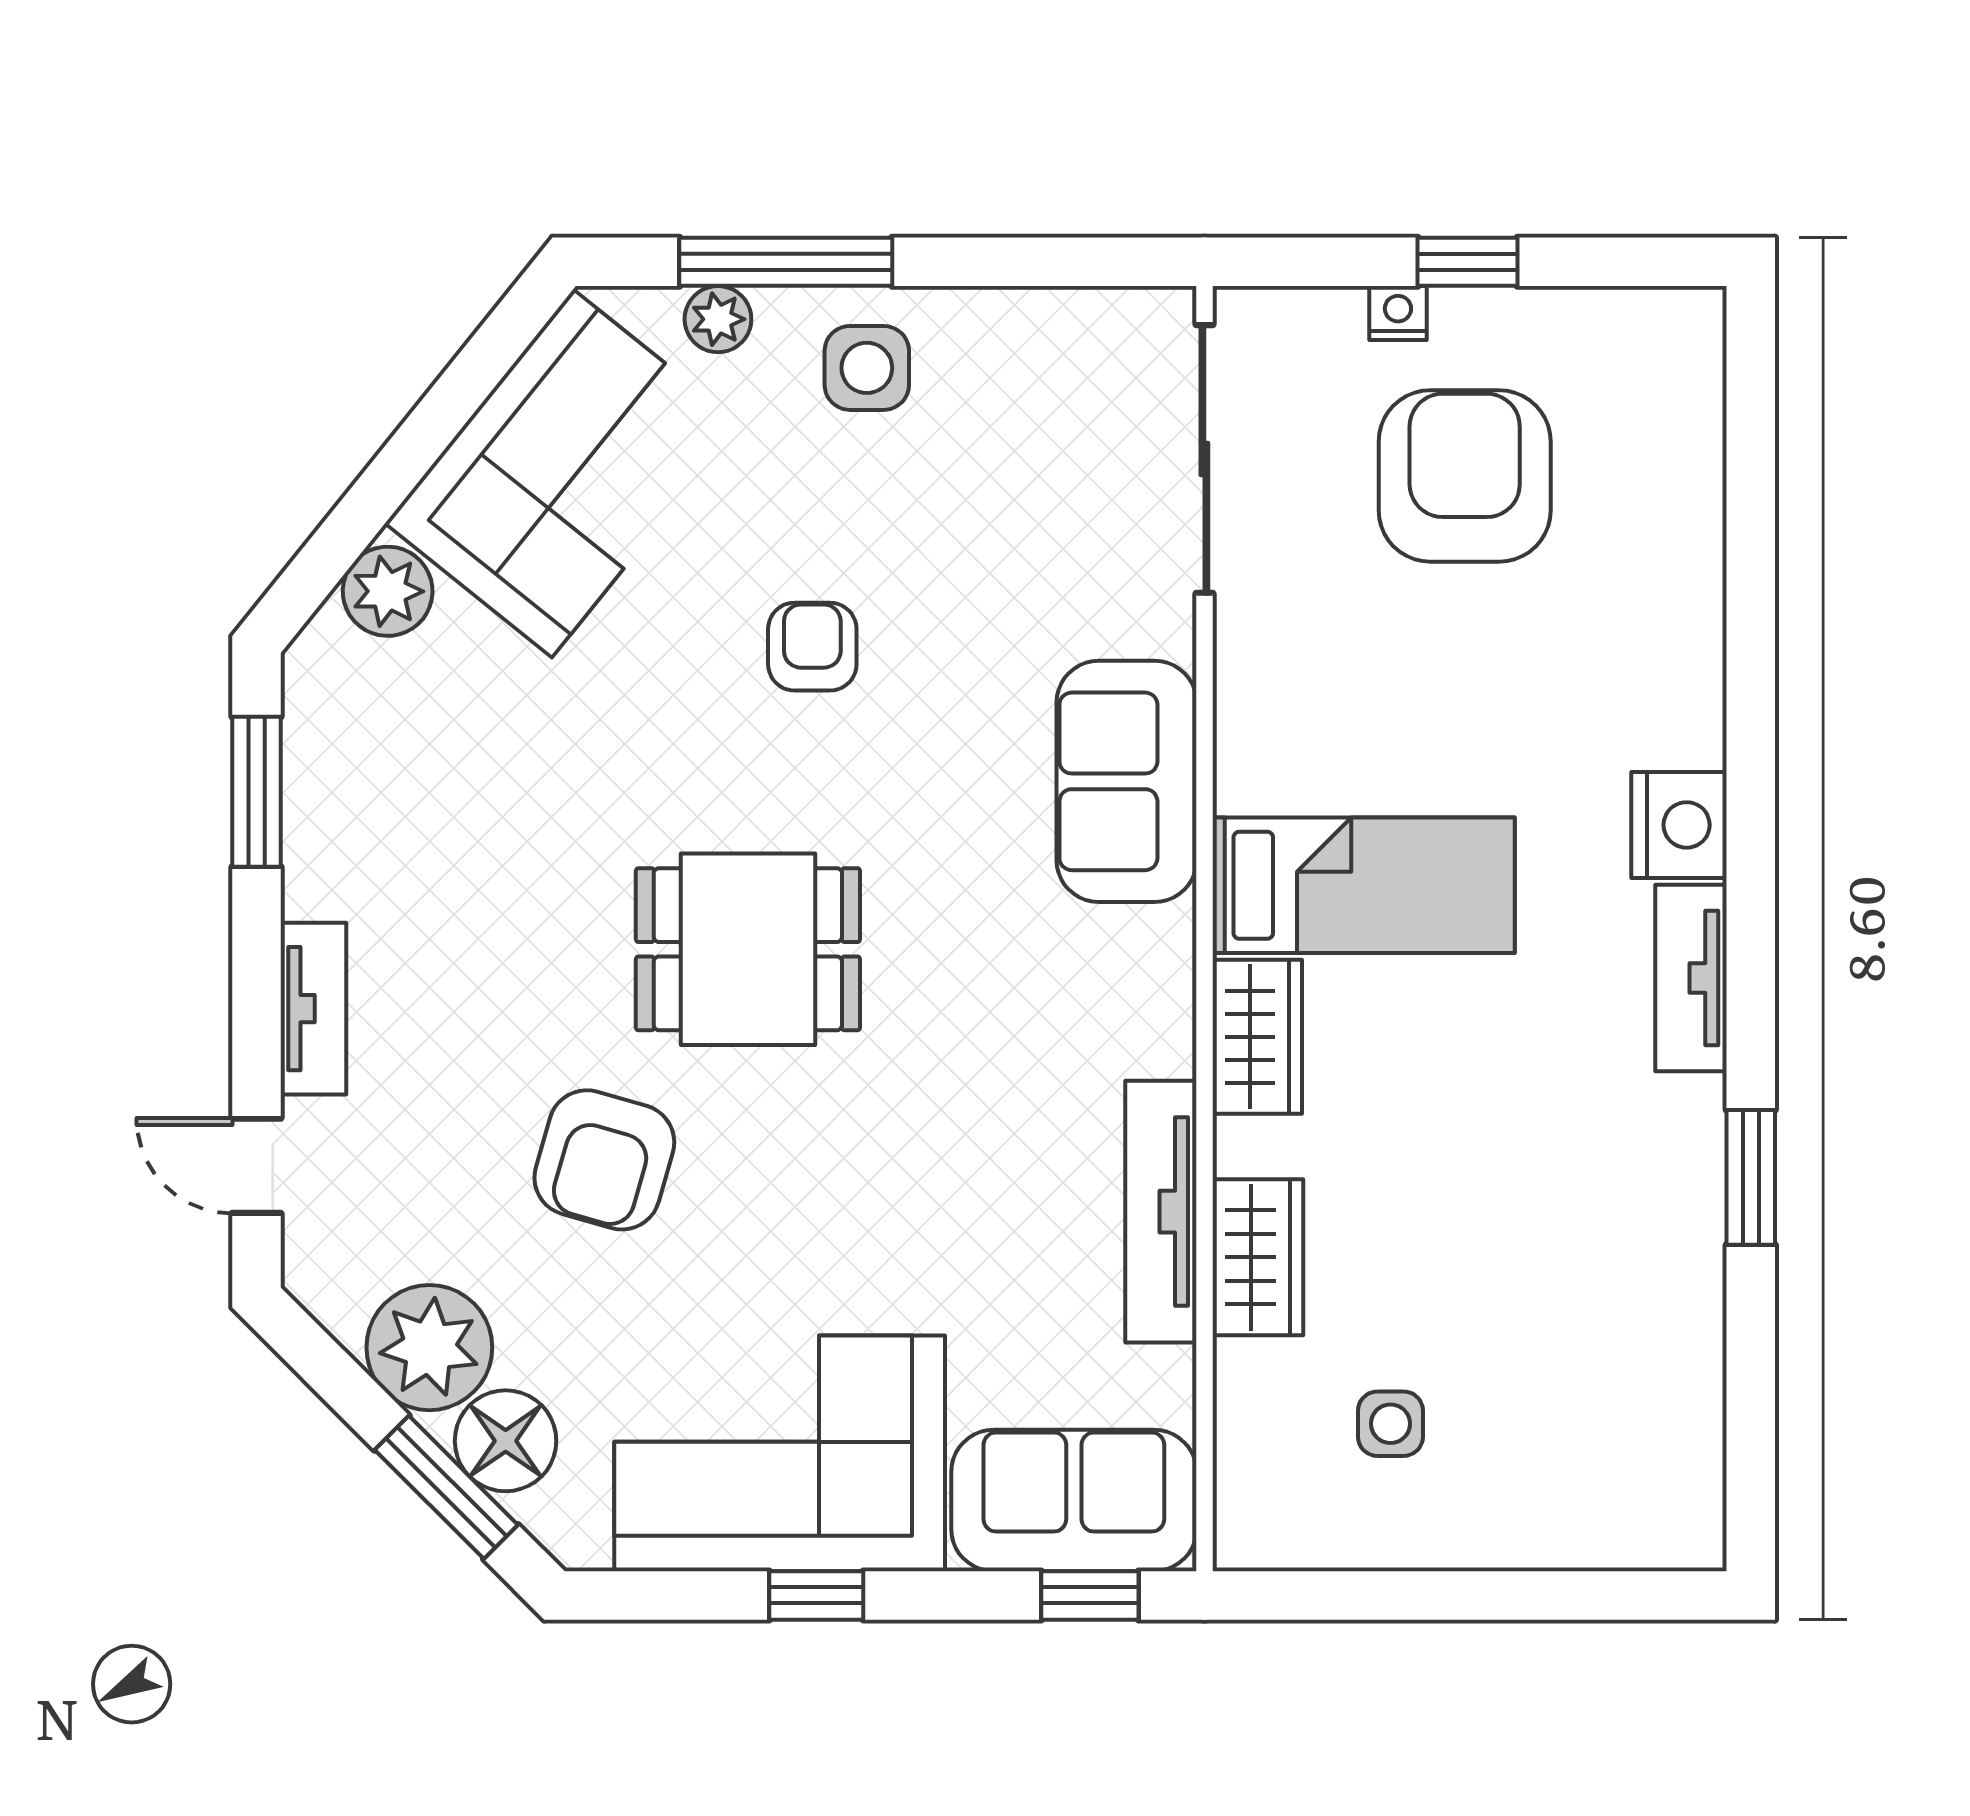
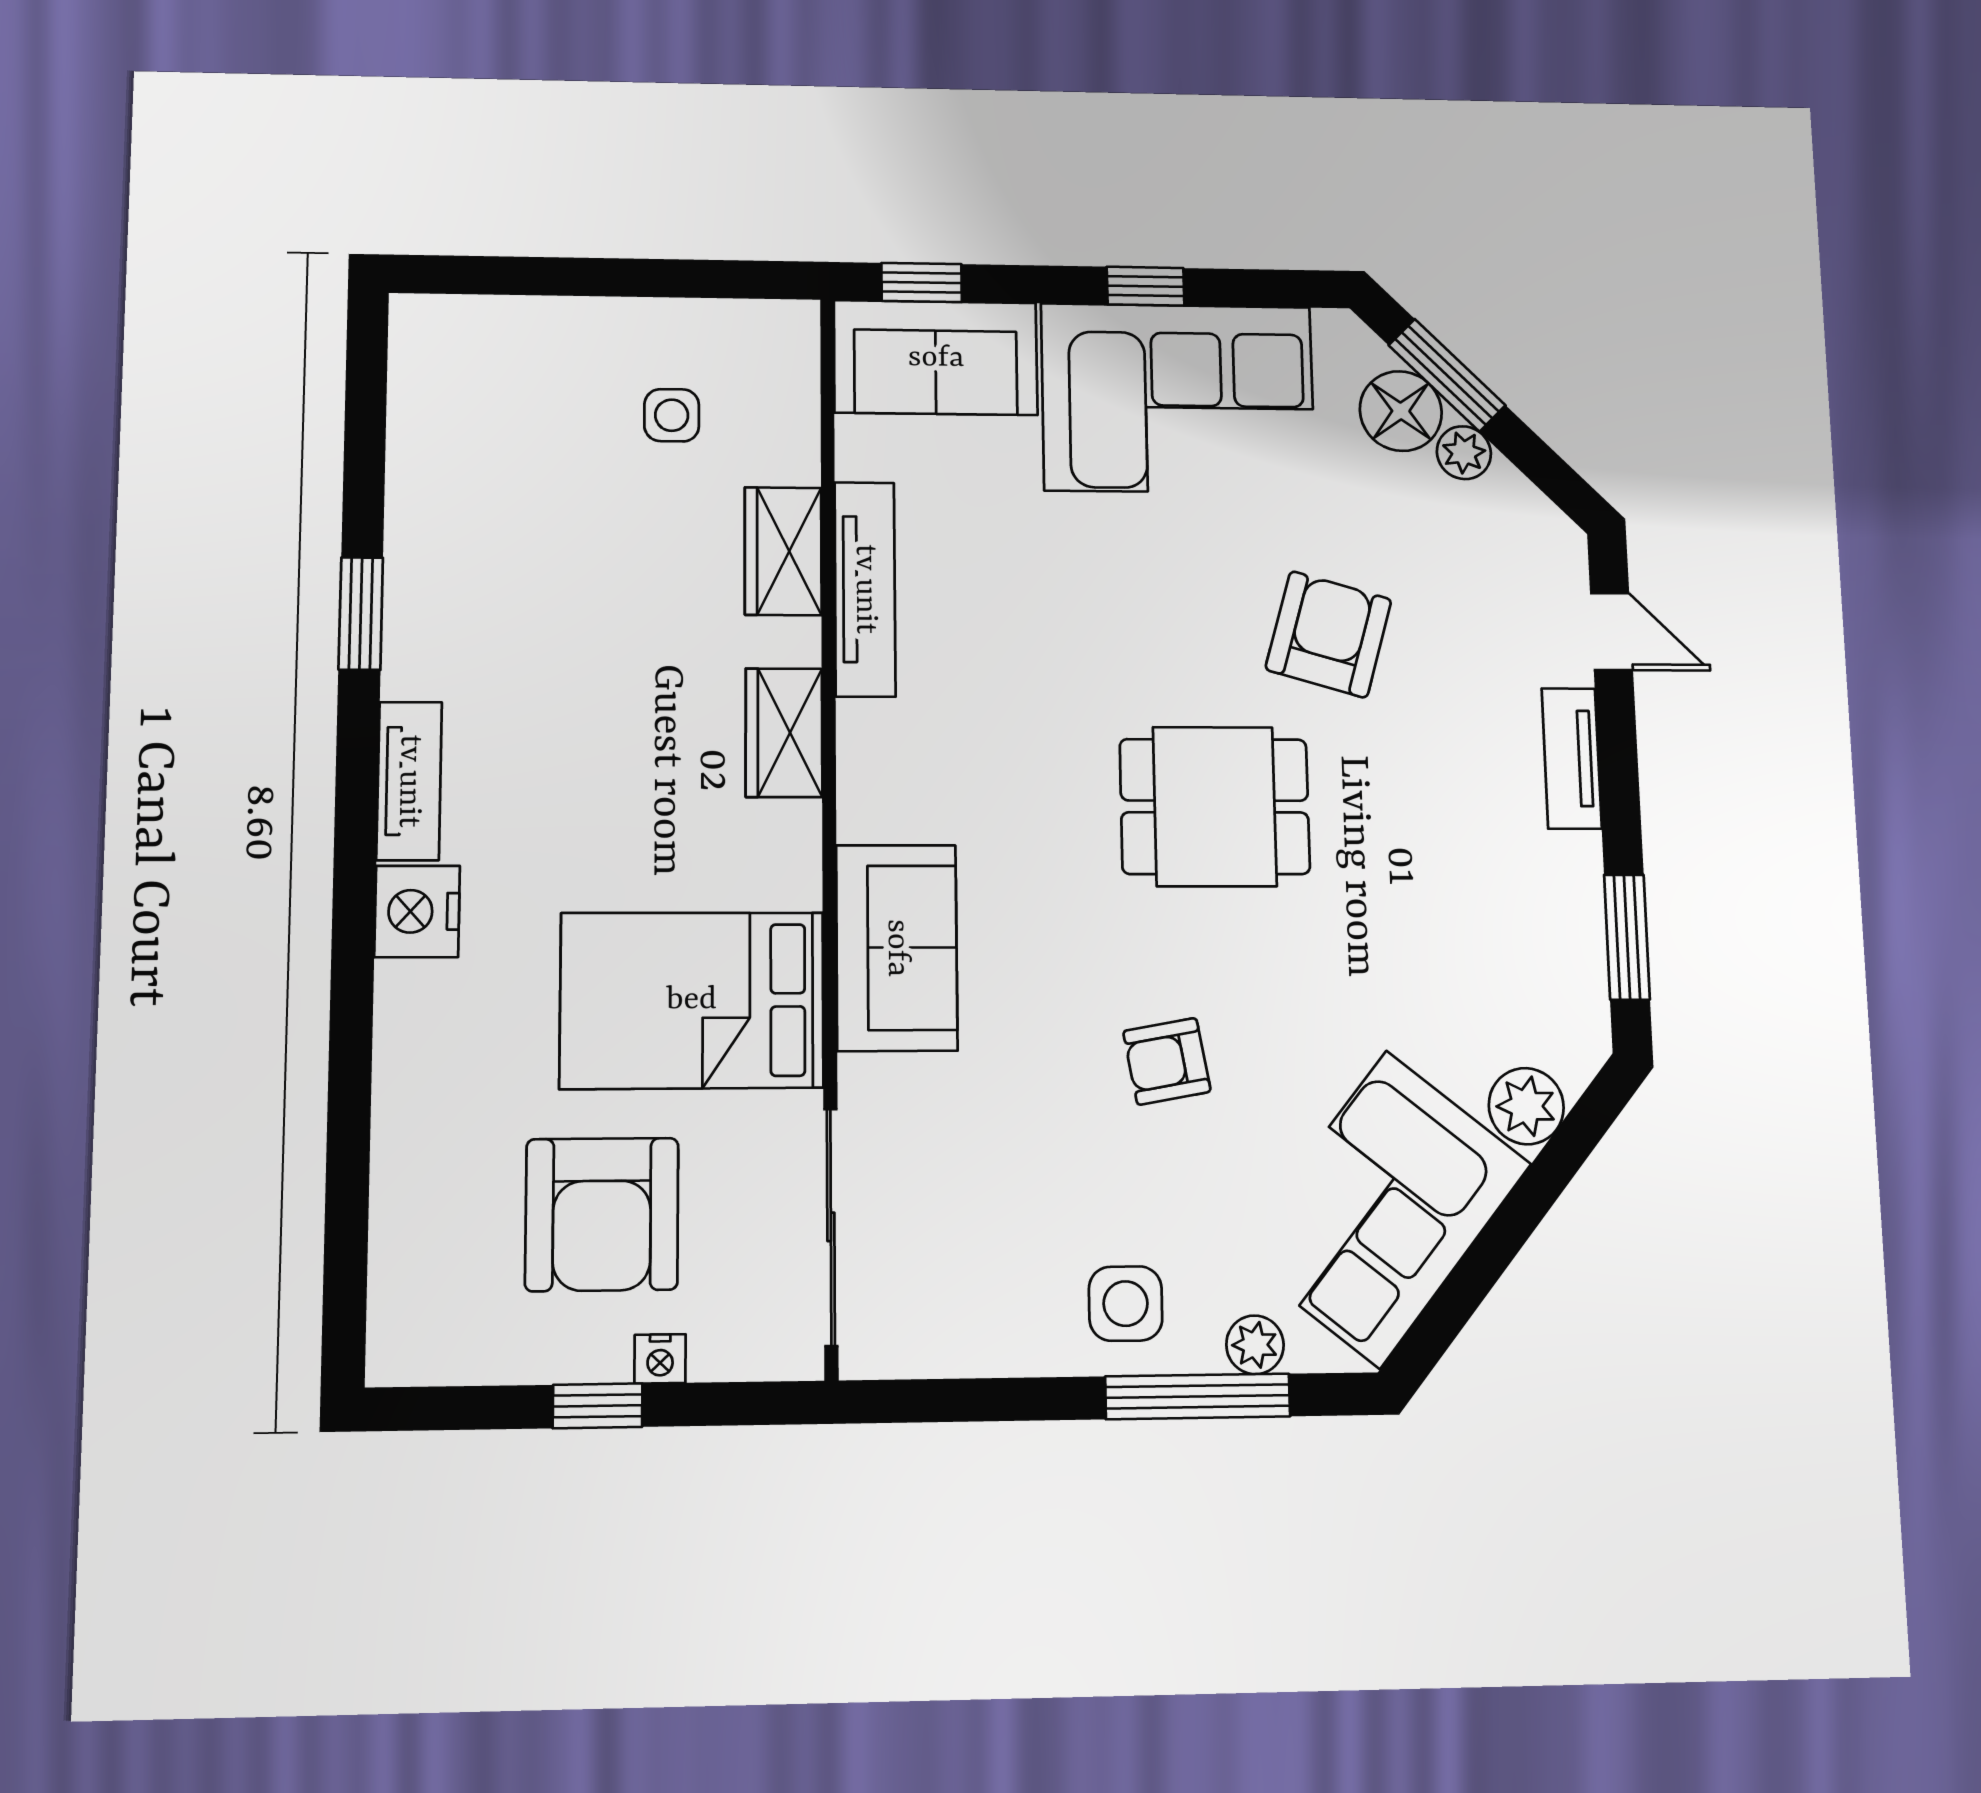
armchair: (812, 647) -> (1167, 1061), turned 80
bed: (1364, 885) -> (692, 1000), moved, width x1.50
plant: (429, 1348) -> (1464, 453), width x0.53, depth x0.53

